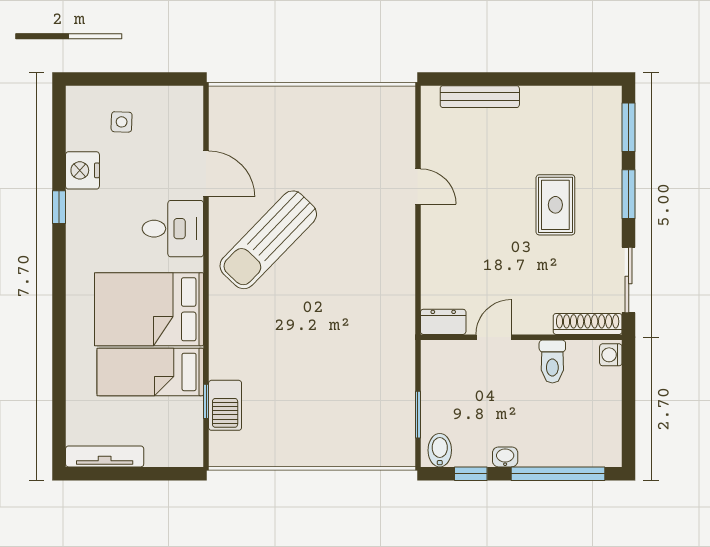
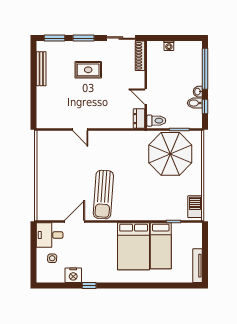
bench: (480, 97) -> (41, 69), moved
door: (418, 186) -> (80, 130), swing flipped
desk: (173, 229) -> (50, 235), moved, turned -90
sun lounger: (268, 240) -> (103, 195), turned 50
washing machine: (611, 355) -> (169, 46), moved
toilet: (552, 361) -> (156, 121), moved
parasol: (362, 394) -> (170, 154), added
barbecue: (225, 405) -> (195, 207), moved, turned -90
bidet: (440, 450) -> (195, 103), moved

